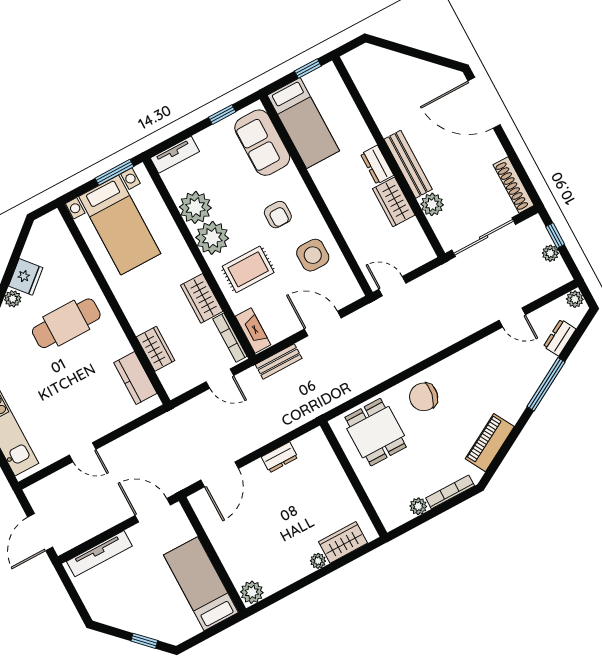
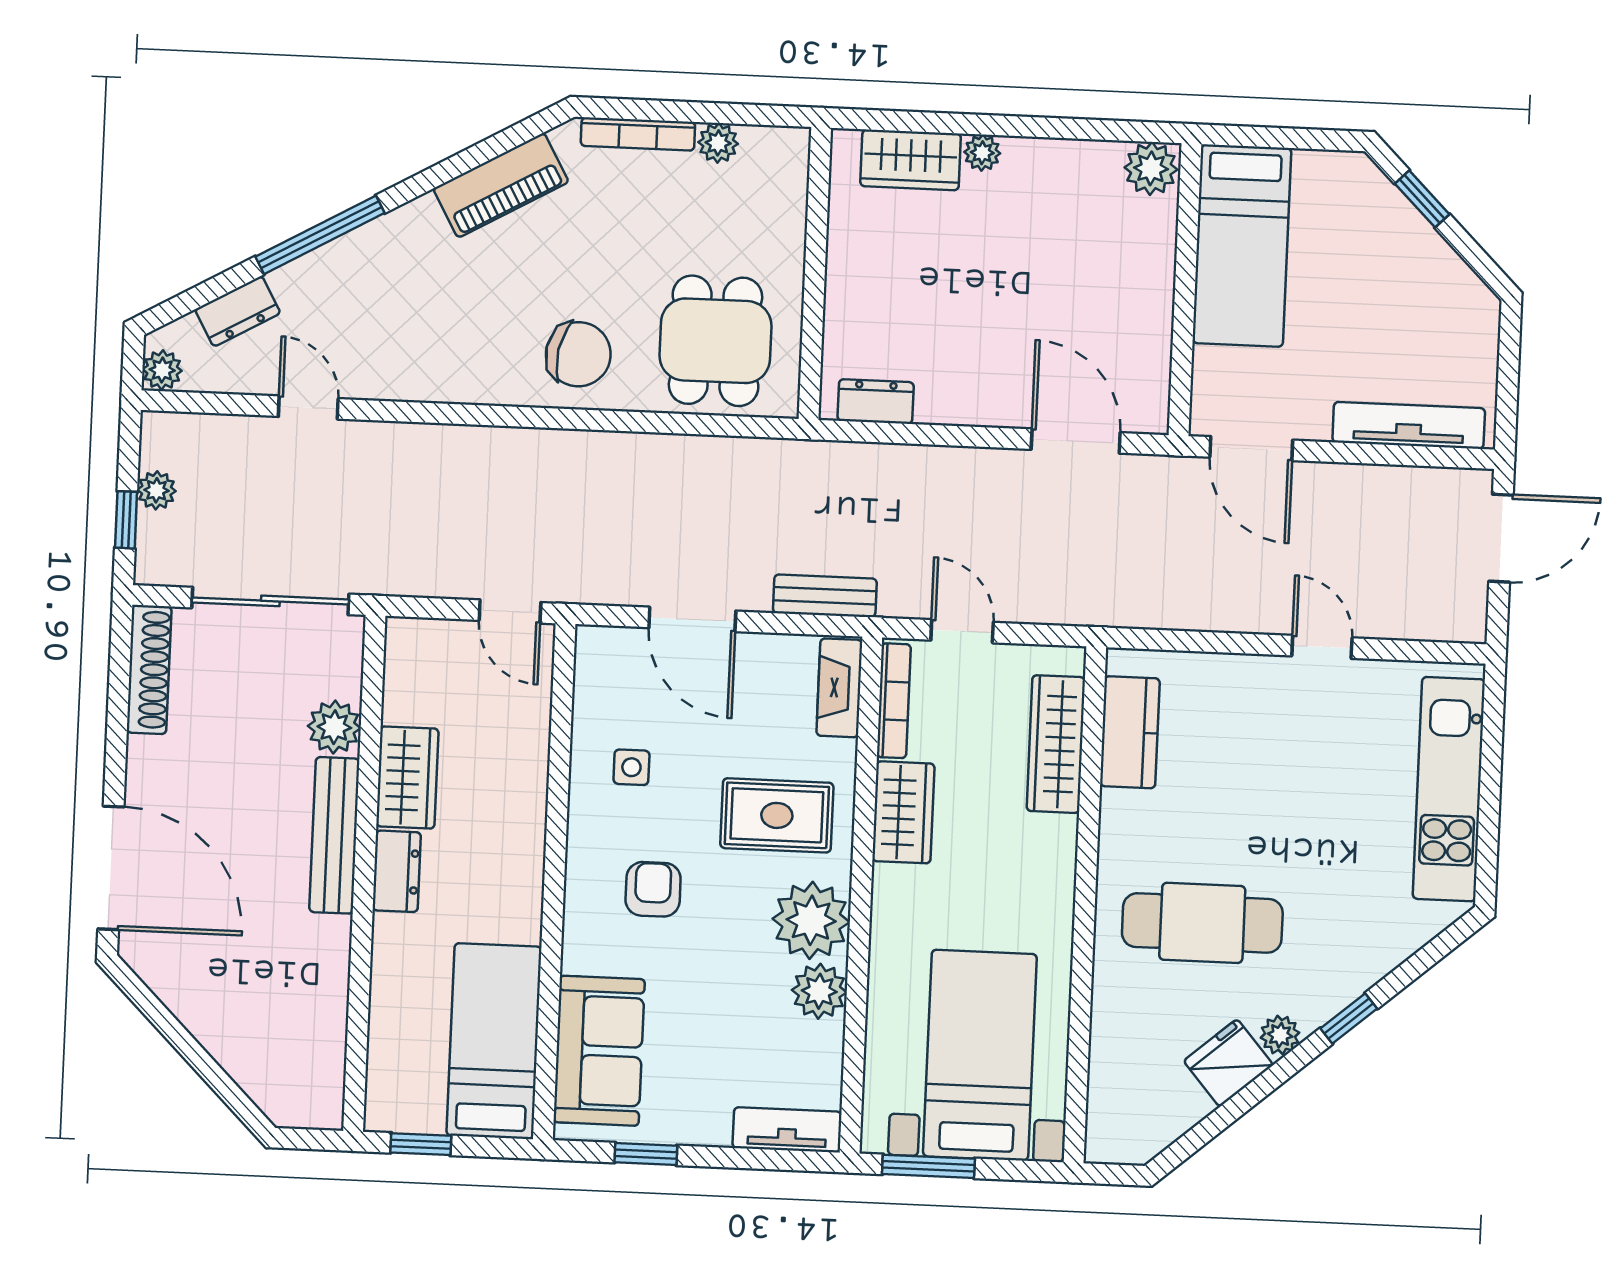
plant: (195, 207) -> (819, 991), width x0.73, depth x0.73
side table: (313, 255) -> (631, 767), width x0.54, depth x0.54
wardrobe: (156, 349) -> (1056, 744), width x1.50
dresser: (280, 457) -> (876, 401), moved
door: (220, 474) -> (1076, 441), hinge flipped

